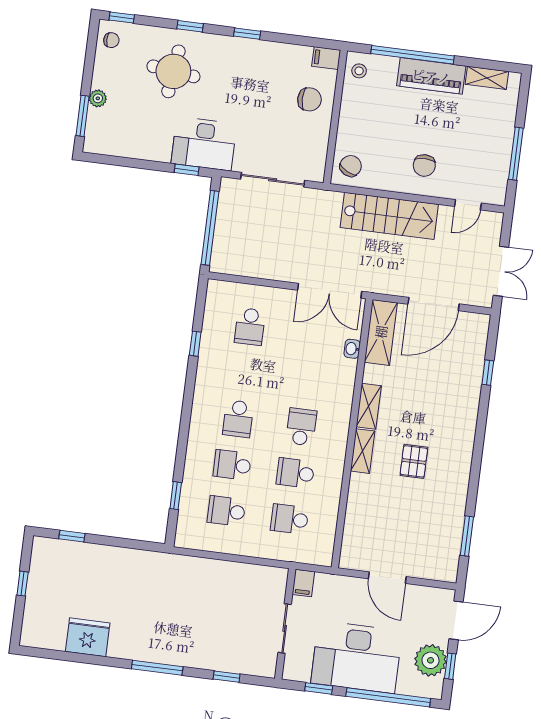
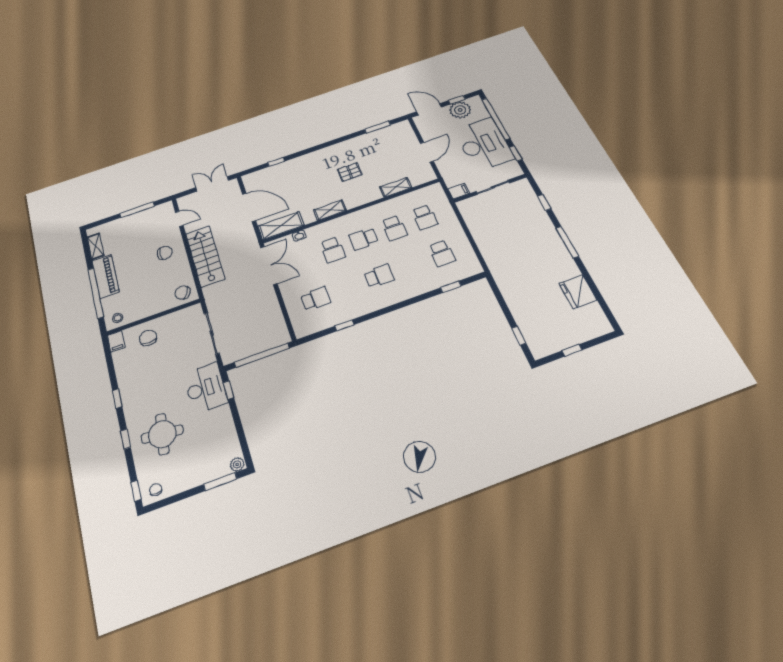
plant: (98, 98) -> (237, 464), moved
shelving: (363, 451) -> (396, 187), moved
school desk: (232, 465) -> (333, 250), moved

